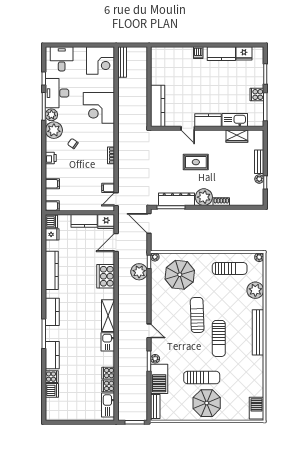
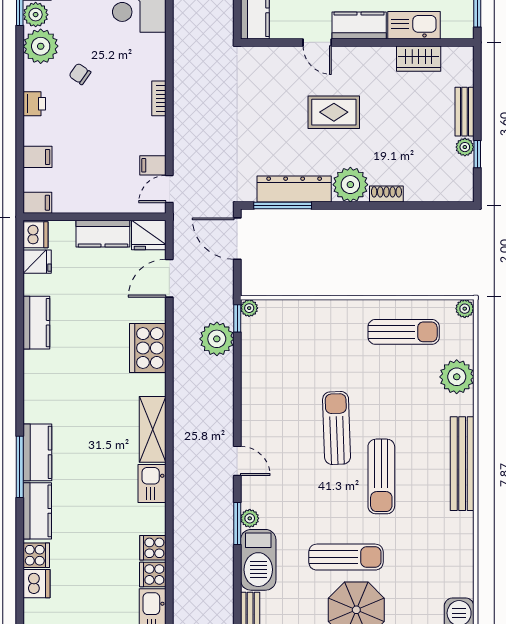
kitchen counter: (52, 270) -> (36, 323), width x0.67
parasol: (180, 275) -> (301, 345), removed
kitchen counter: (52, 312) -> (37, 452), moved

